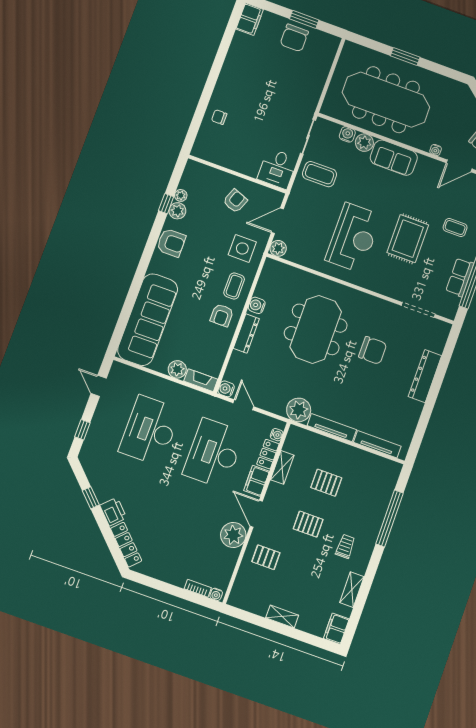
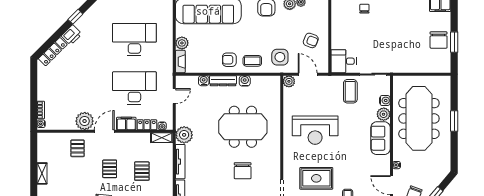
chair: (294, 38) -> (439, 40), turned -90
rug: (408, 239) -> (316, 178), moved
water cooler: (226, 389) -> (204, 81), moved
shelving: (282, 467) -> (162, 138), moved

